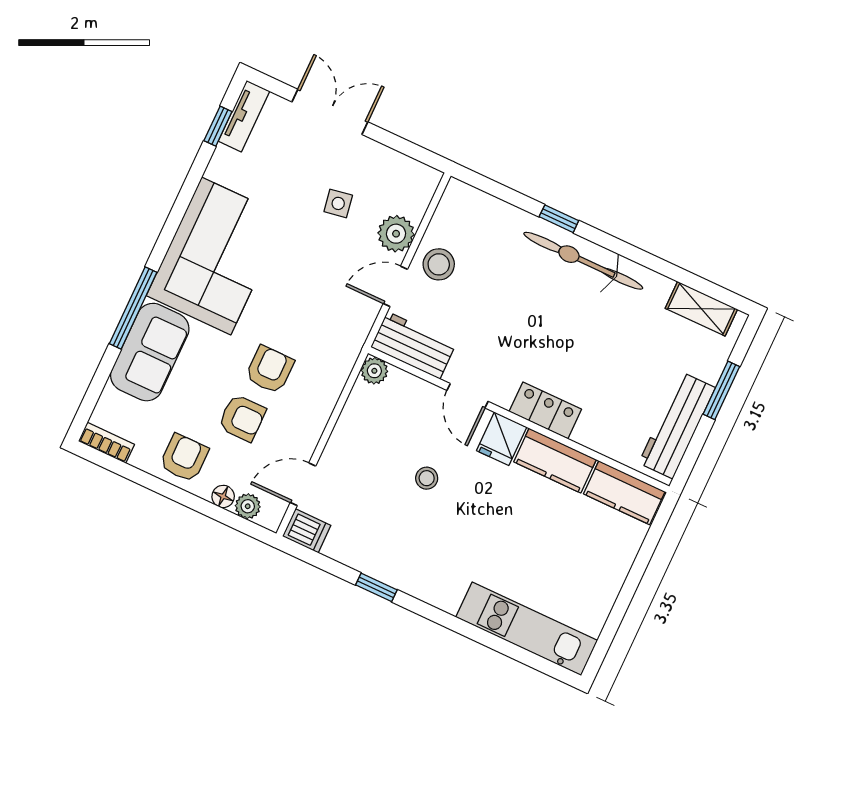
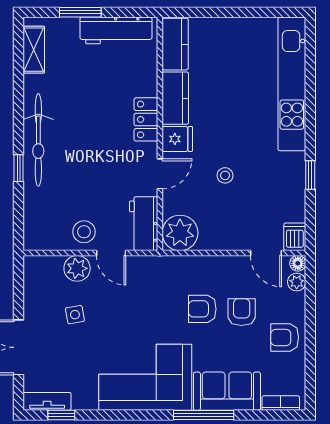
plant: (374, 371) -> (180, 233), width x1.88, depth x1.88
bookcase: (106, 443) -> (281, 403), moved, turned 90
floor lamp: (223, 496) -> (298, 263), moved
kitchen unit: (527, 629) -> (292, 84), width x1.36

